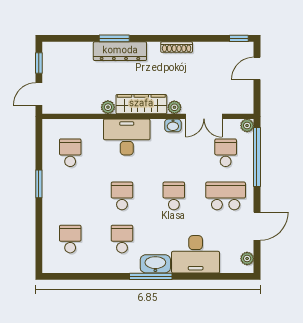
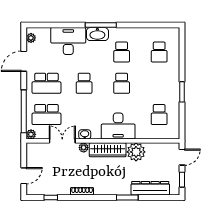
window: (239, 38) -> (51, 197), moved
dresser: (120, 51) -> (150, 188), moved
plant: (108, 107) -> (136, 152), width x1.88, depth x1.88
school desk: (226, 153) -> (46, 115), width x1.85

